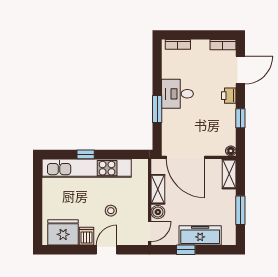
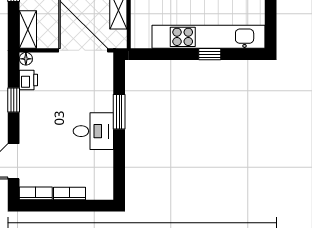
bookcase: (178, 44) -> (69, 194), moved
printer: (229, 96) -> (28, 80), moved

